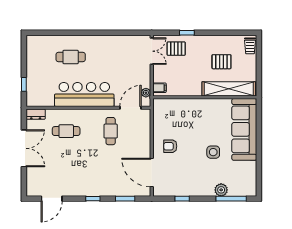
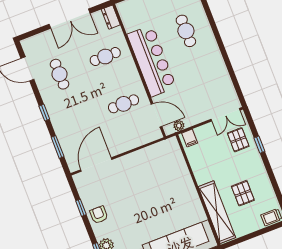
cafe table: (66, 131) -> (105, 57), turned 90
armchair: (170, 146) -> (99, 215), moved
side table: (213, 152) -> (143, 222), removed
cafe table: (66, 174) -> (60, 74), added

